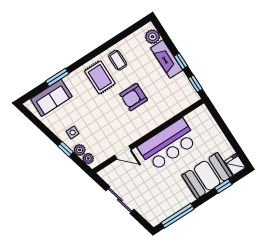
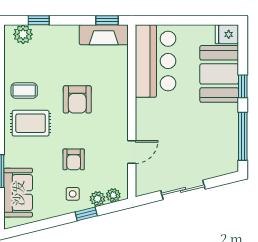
fireplace: (167, 59) -> (104, 35), moved
window: (181, 61) -> (39, 20), moved
armchair: (95, 119) -> (74, 159), added
bar counter: (168, 145) -> (156, 61), moved
window: (223, 186) -> (243, 86), moved

